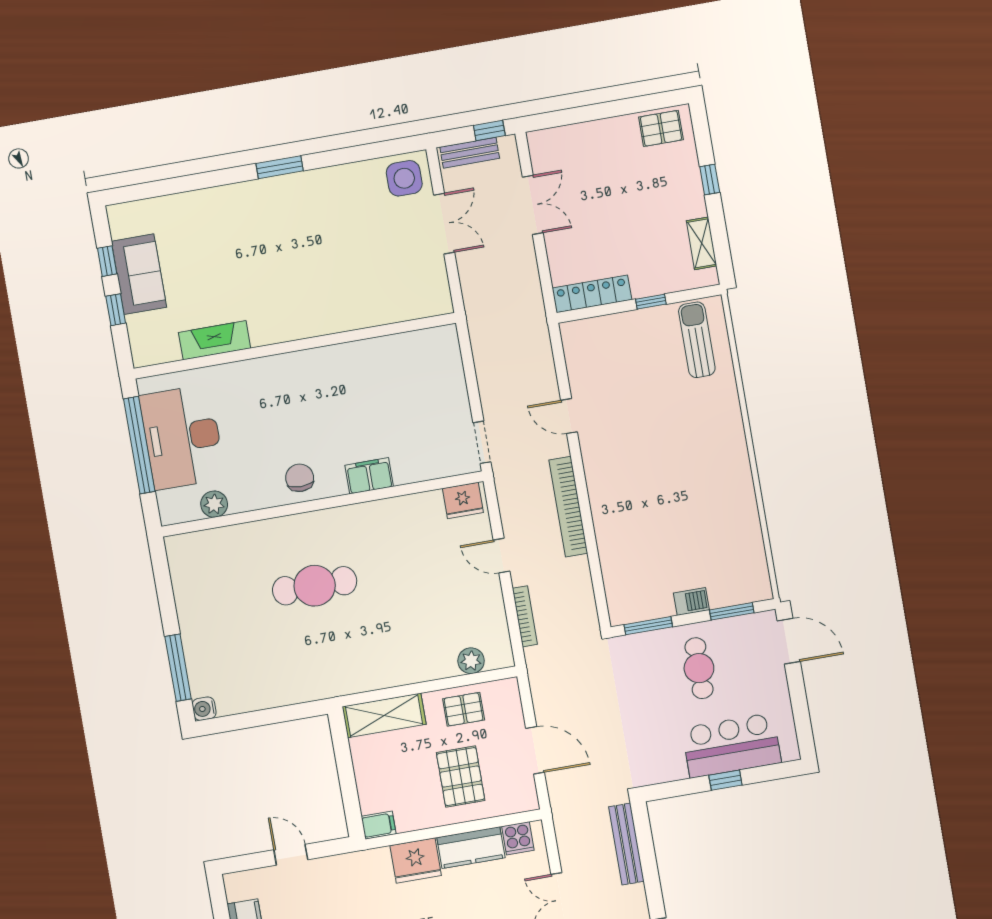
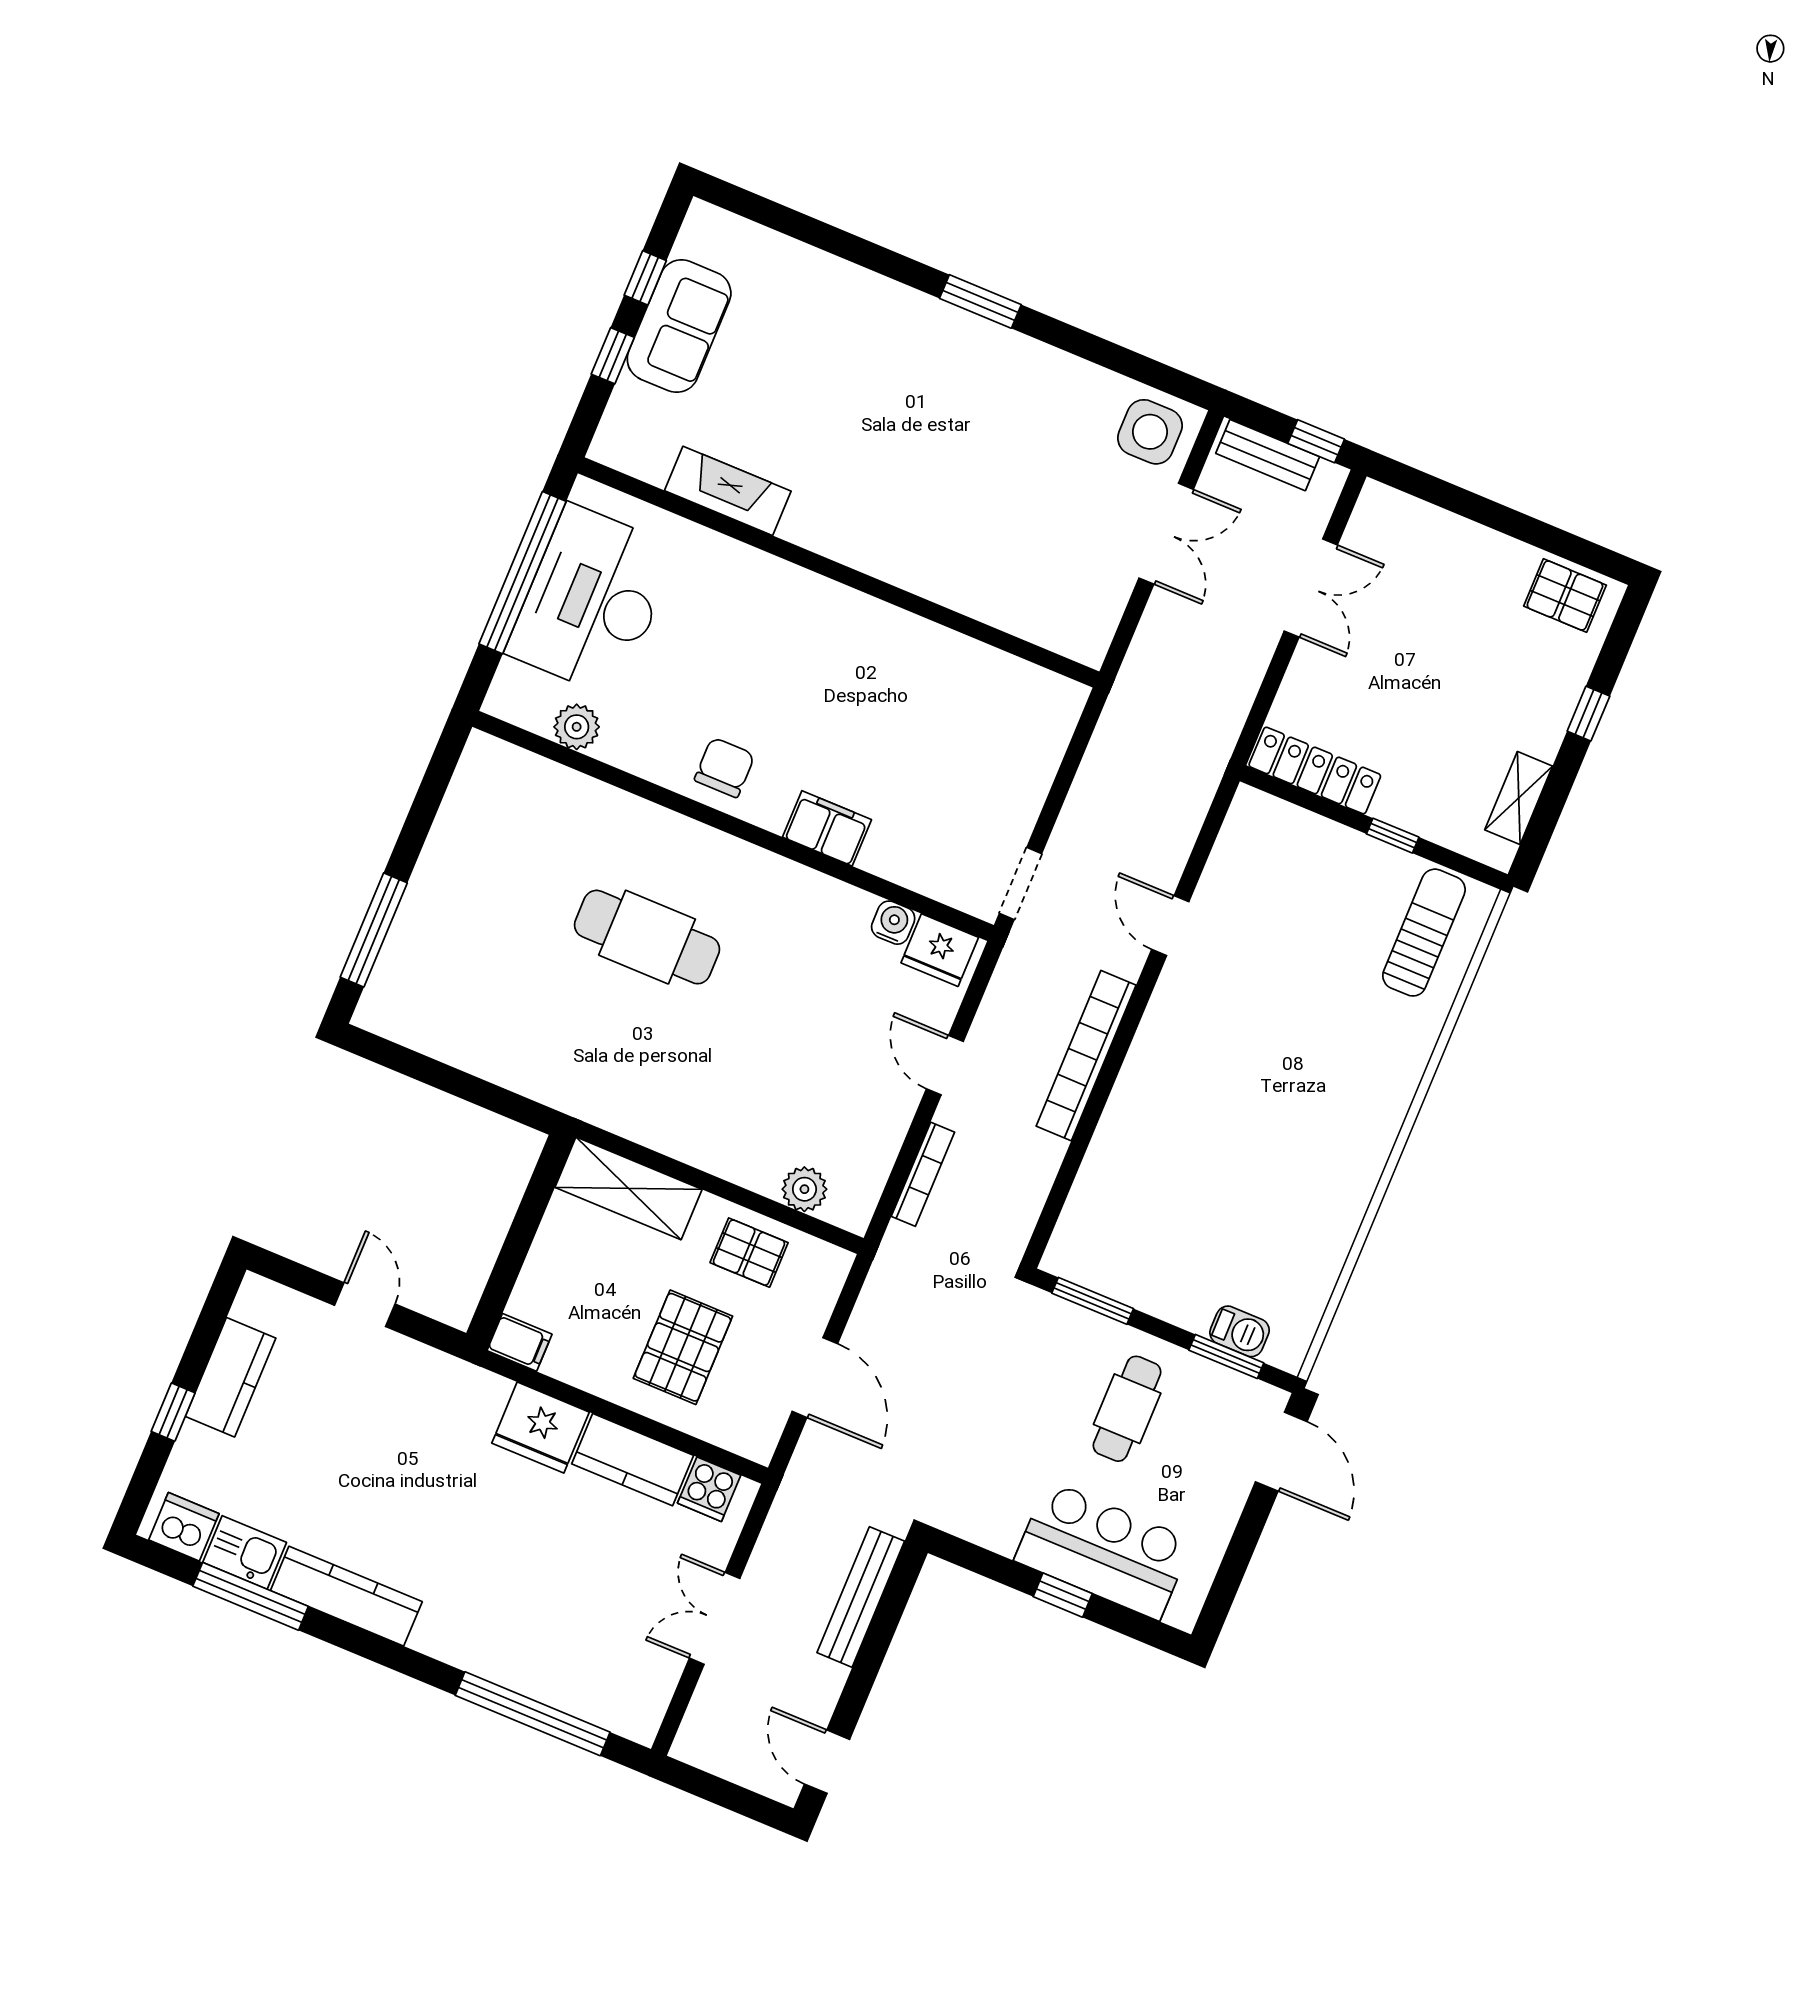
barbecue: (691, 601) -> (1240, 1331), moved
water cooler: (204, 709) -> (893, 923), moved, turned 90

